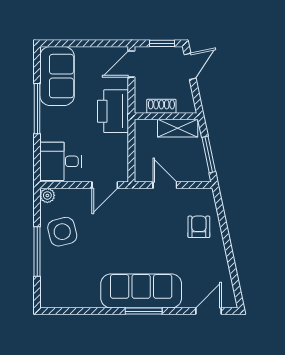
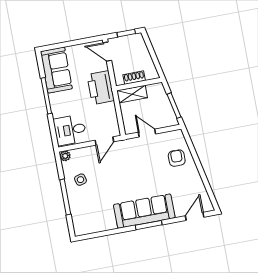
door: (131, 64) -> (107, 52), hinge flipped
door: (190, 66) -> (149, 46), removed
shelving: (178, 128) -> (132, 94), moved
side table: (62, 232) -> (81, 180), width x0.54, depth x0.54

